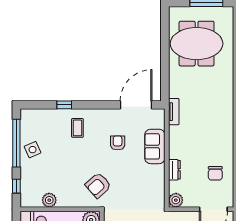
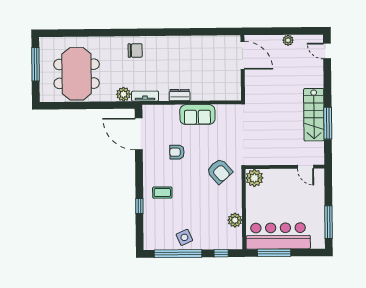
sofa: (155, 146) -> (197, 115), moved
dresser: (174, 170) -> (180, 95), moved
chair: (215, 173) -> (135, 50), moved
plant: (176, 200) -> (123, 94), moved

